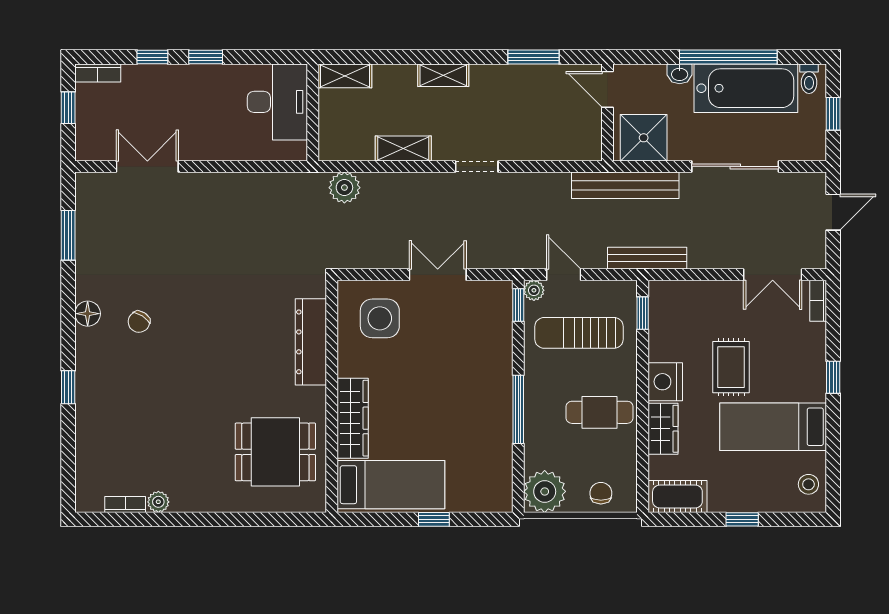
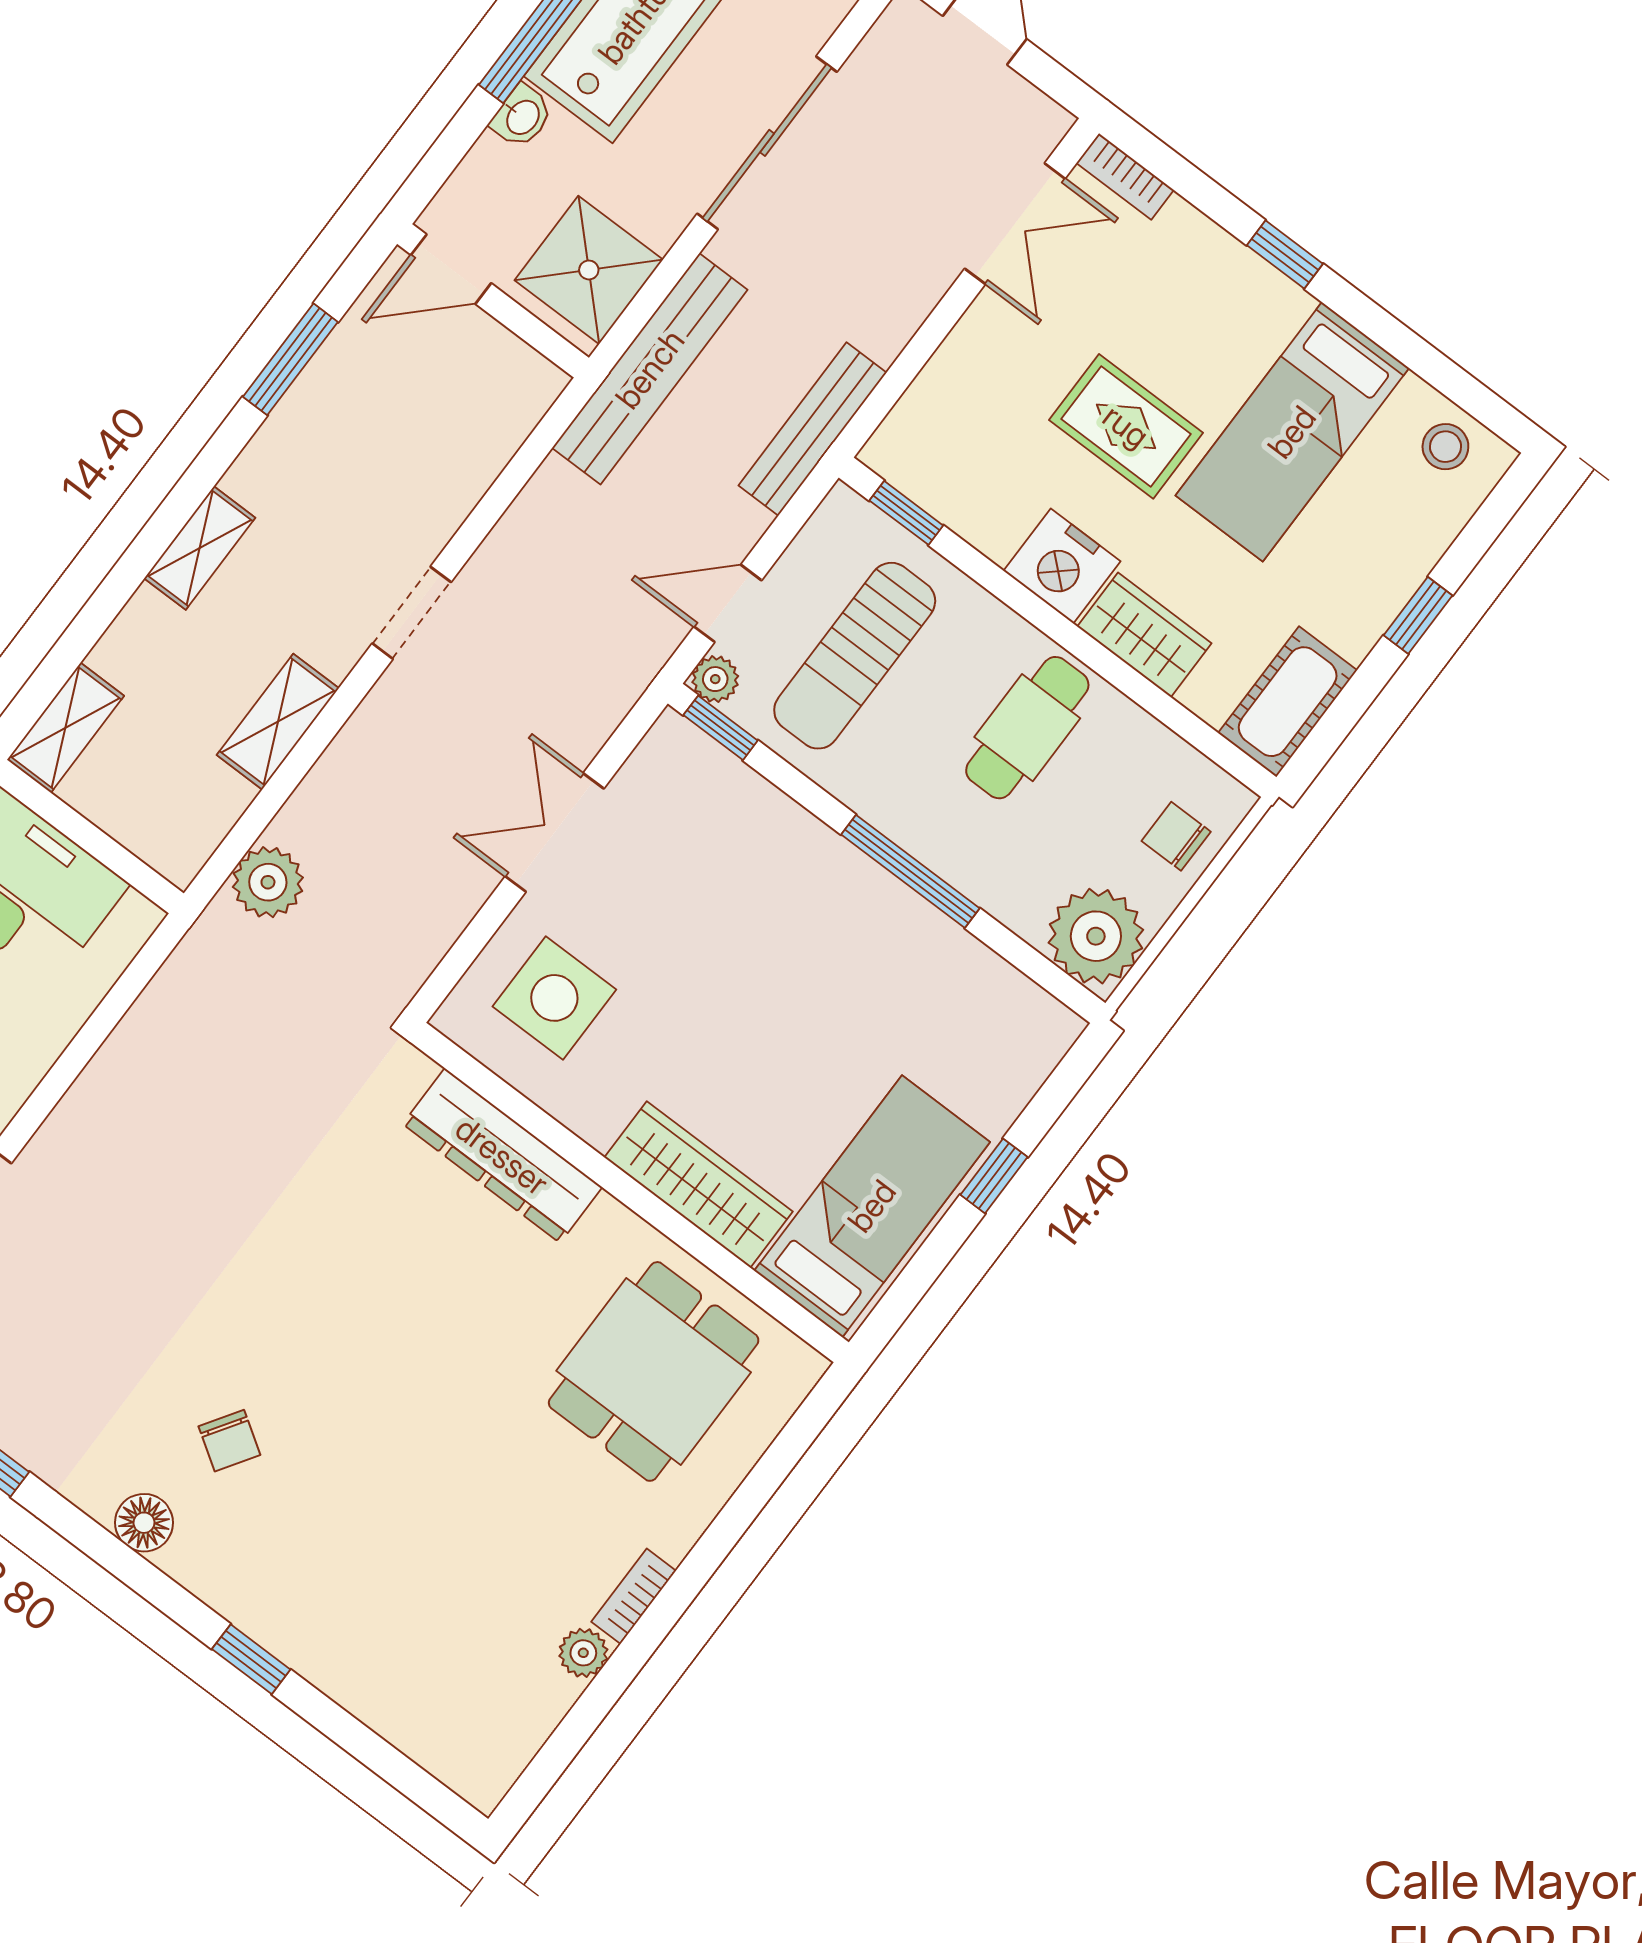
bookcase: (125, 504) -> (634, 1596), moved

